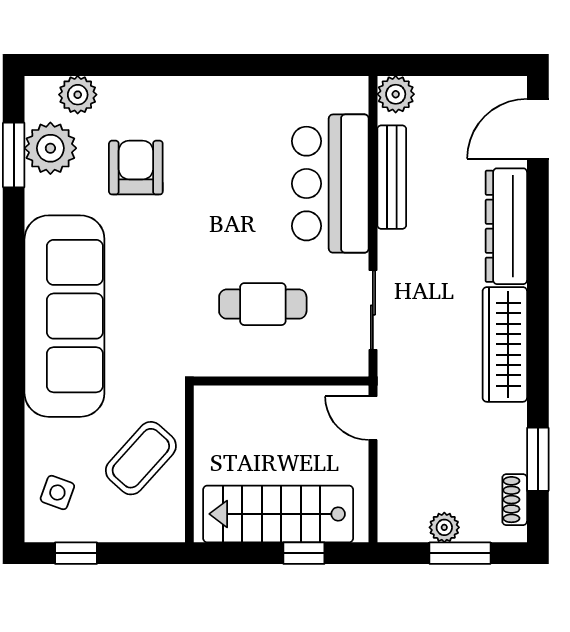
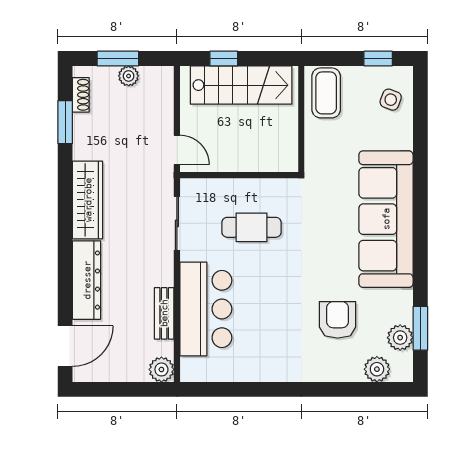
plant: (50, 148) -> (400, 338), width x0.73, depth x0.73
armchair: (136, 168) -> (338, 320), turned 180
bench: (392, 177) -> (164, 313), width x0.73
coffee table: (141, 458) -> (326, 93), moved, turned -42

